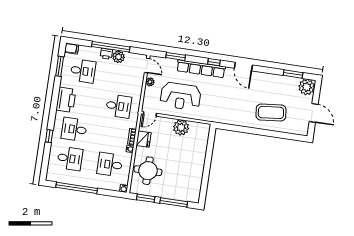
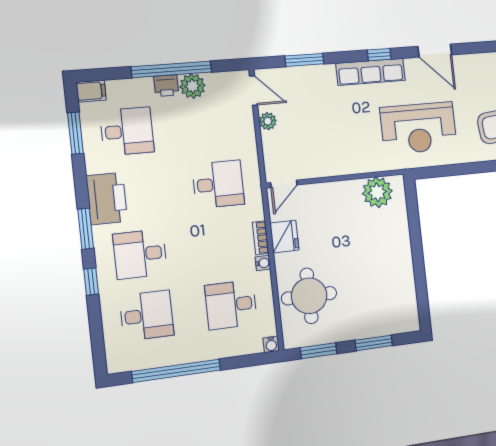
row of seats: (201, 69) -> (371, 72), width x0.73
reception desk: (181, 96) -> (419, 128), moved
window: (53, 111) -> (86, 229), added
plant: (181, 128) -> (377, 192), moved
window: (174, 202) -> (374, 343), width x0.69

